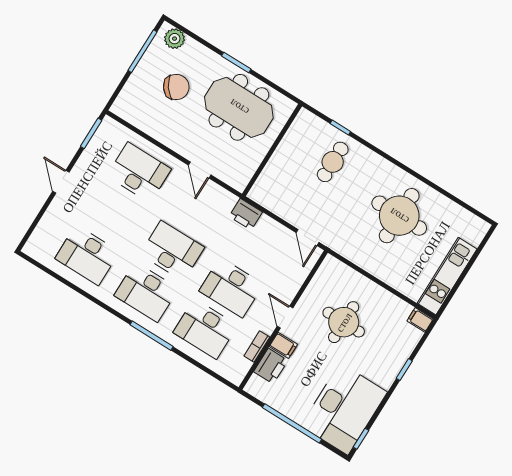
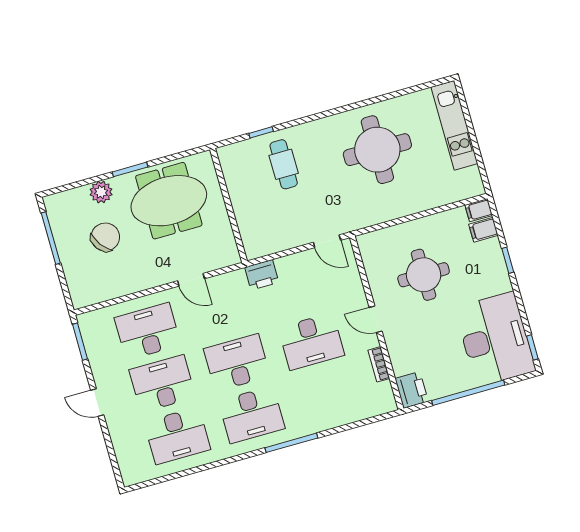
plant: (175, 39) -> (101, 192), moved
kitchen unit: (447, 276) -> (454, 125), moved
desk: (205, 329) -> (162, 384), moved, turned 180
filing cabinet: (283, 345) -> (483, 230), moved, turned 180
printer: (271, 366) -> (412, 390), moved

